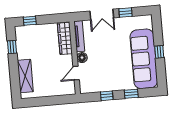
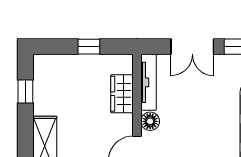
window: (30, 21) -> (89, 47), moved
wardrobe: (65, 38) -> (122, 94), width x0.67

